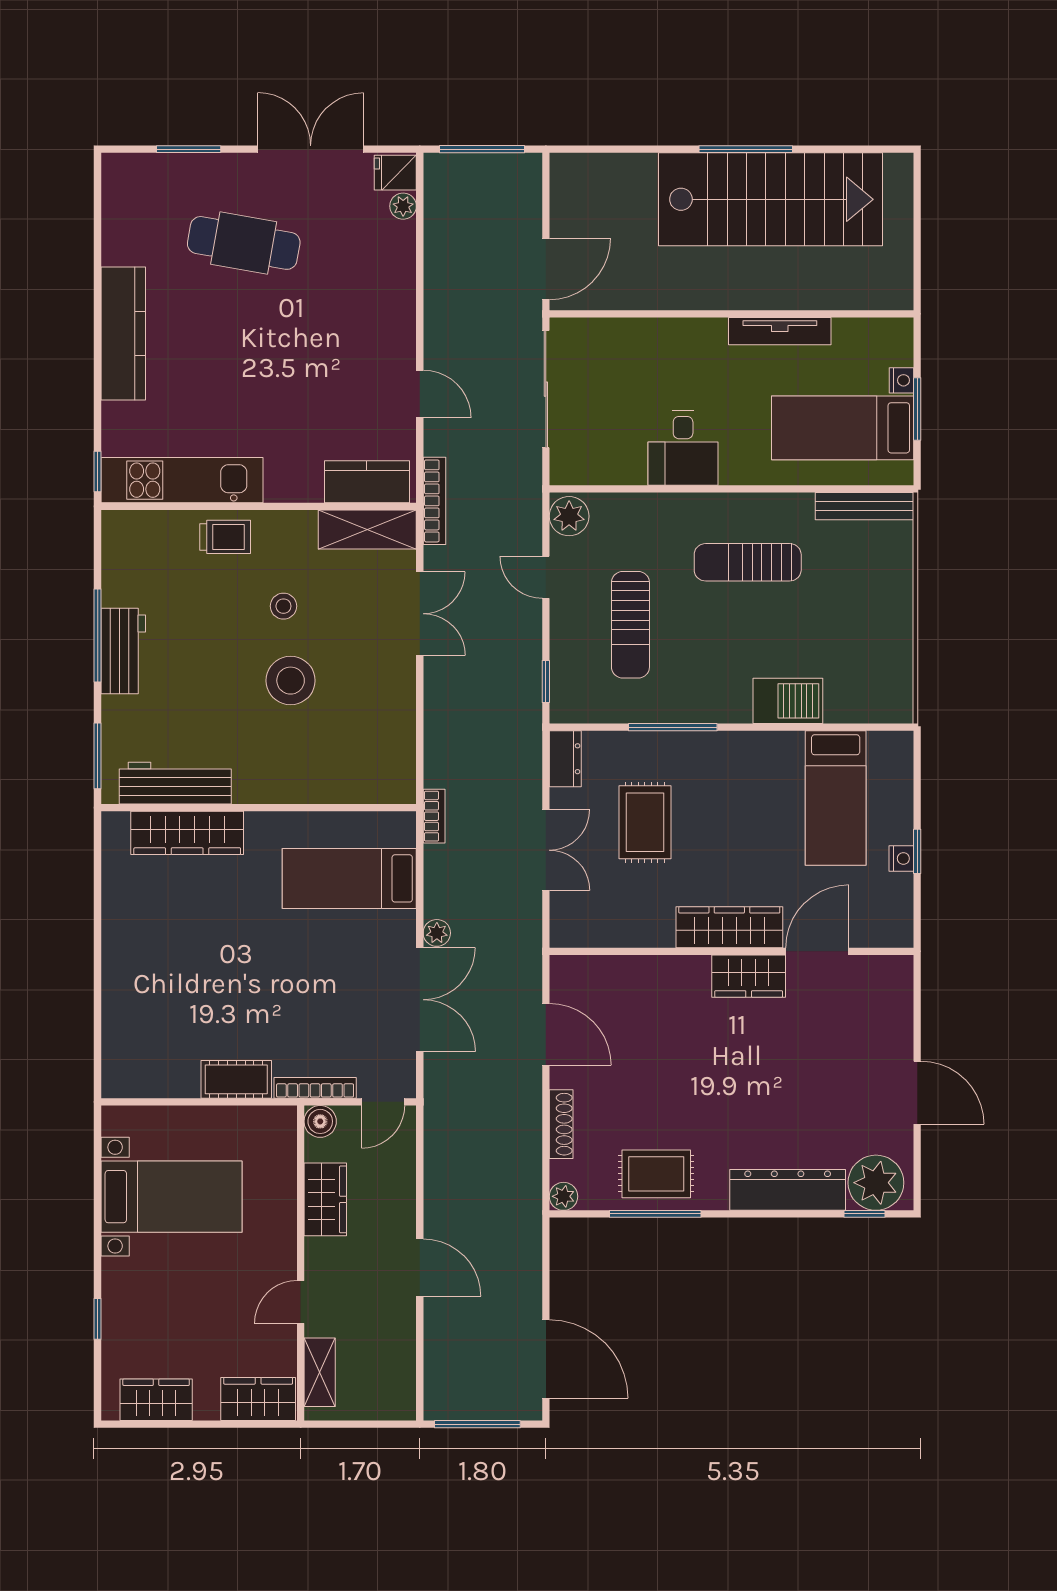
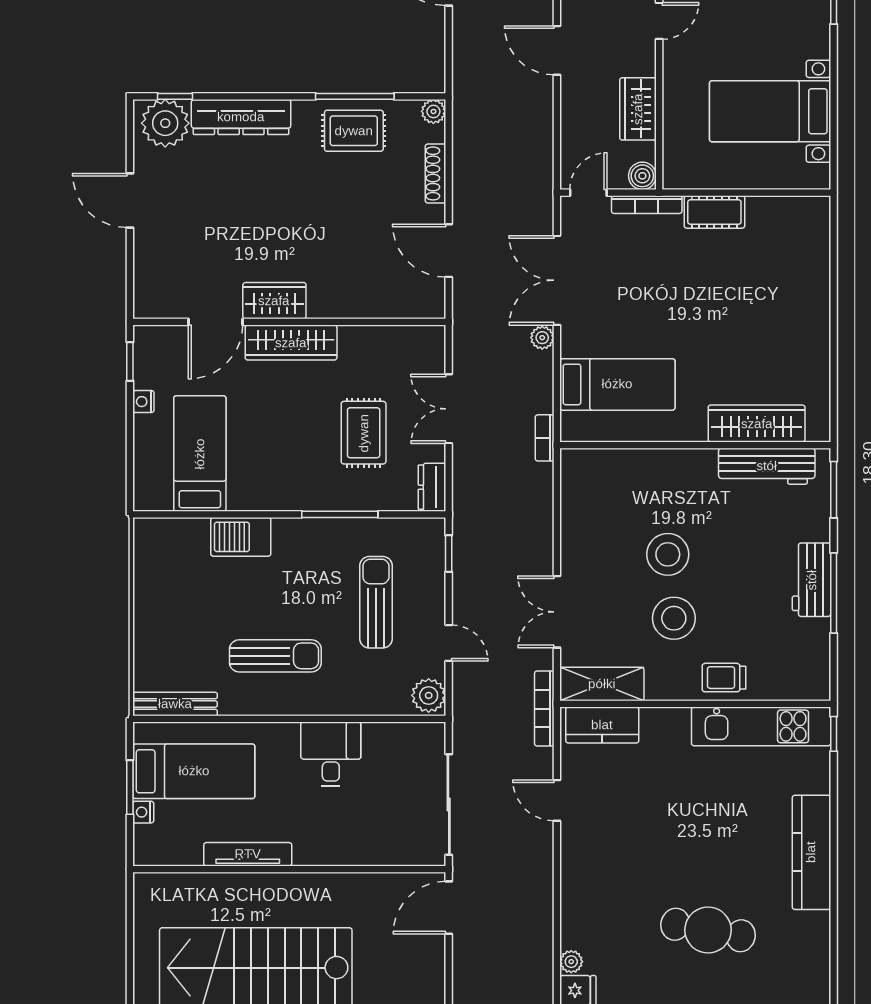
stool: (283, 606) -> (674, 618), width x1.89, depth x1.89
window: (917, 851) -> (130, 361), moved

